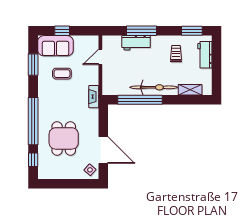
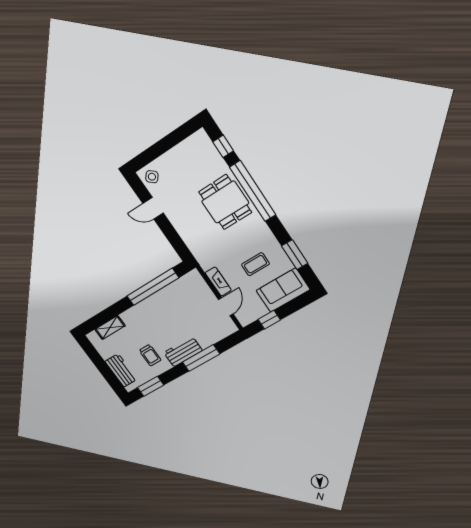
window: (62, 31) -> (269, 320), moved
workbench: (136, 43) -> (183, 352), moved
bicycle: (154, 87) -> (148, 308), removed
fireplace: (94, 97) -> (218, 281), moved
dining table: (64, 138) -> (225, 202), moved
door: (103, 150) -> (153, 208), width x0.53

